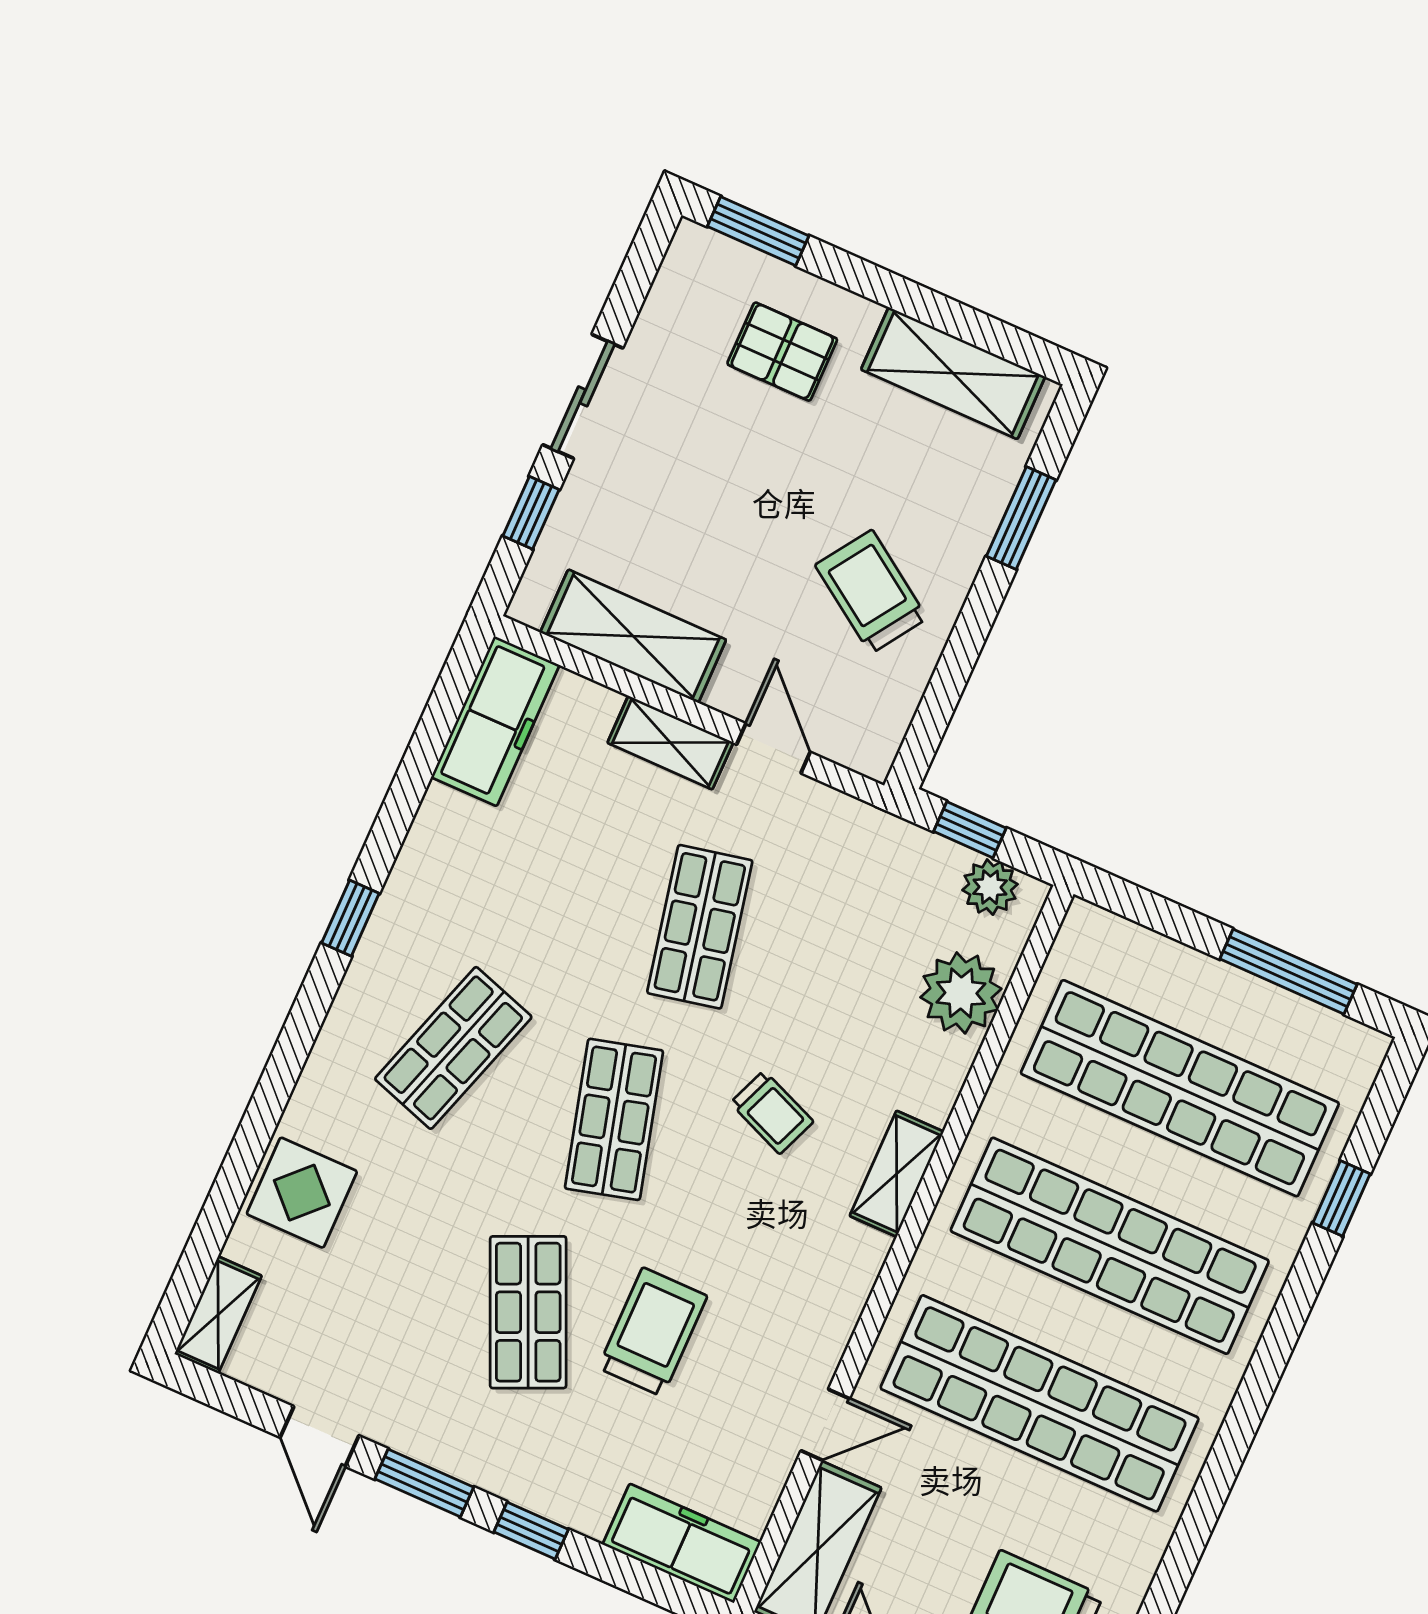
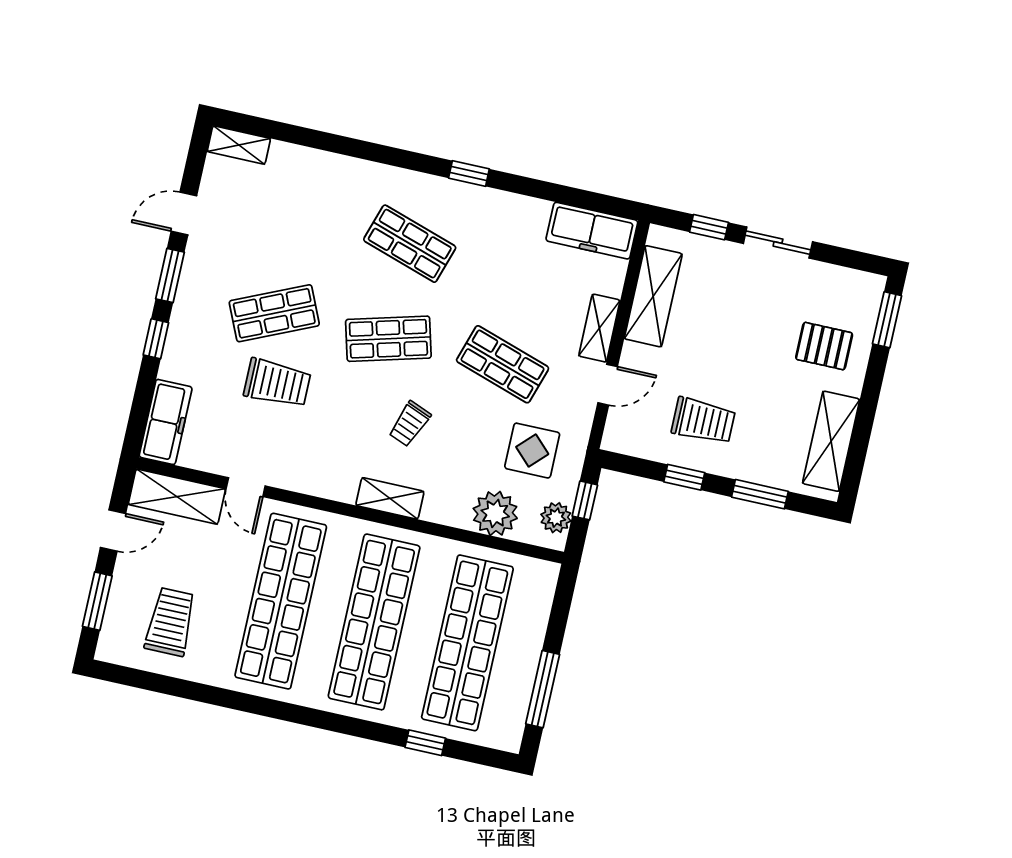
pallet: (782, 352) -> (824, 346), turned 90
trolley: (871, 592) -> (703, 421), turned 56
window: (964, 646) -> (684, 477), added
shop shelf: (700, 927) -> (503, 364), turned 30
display table: (302, 1193) -> (532, 451), moved

